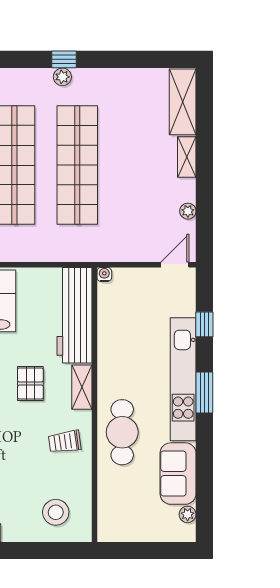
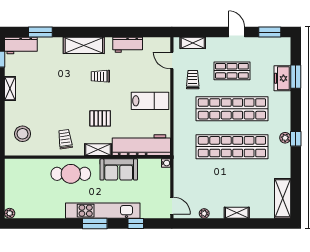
shelving: (183, 102) -> (283, 198), moved, turned 90
sofa: (178, 474) -> (119, 169), moved, turned 180
plant: (188, 514) -> (10, 213), moved

